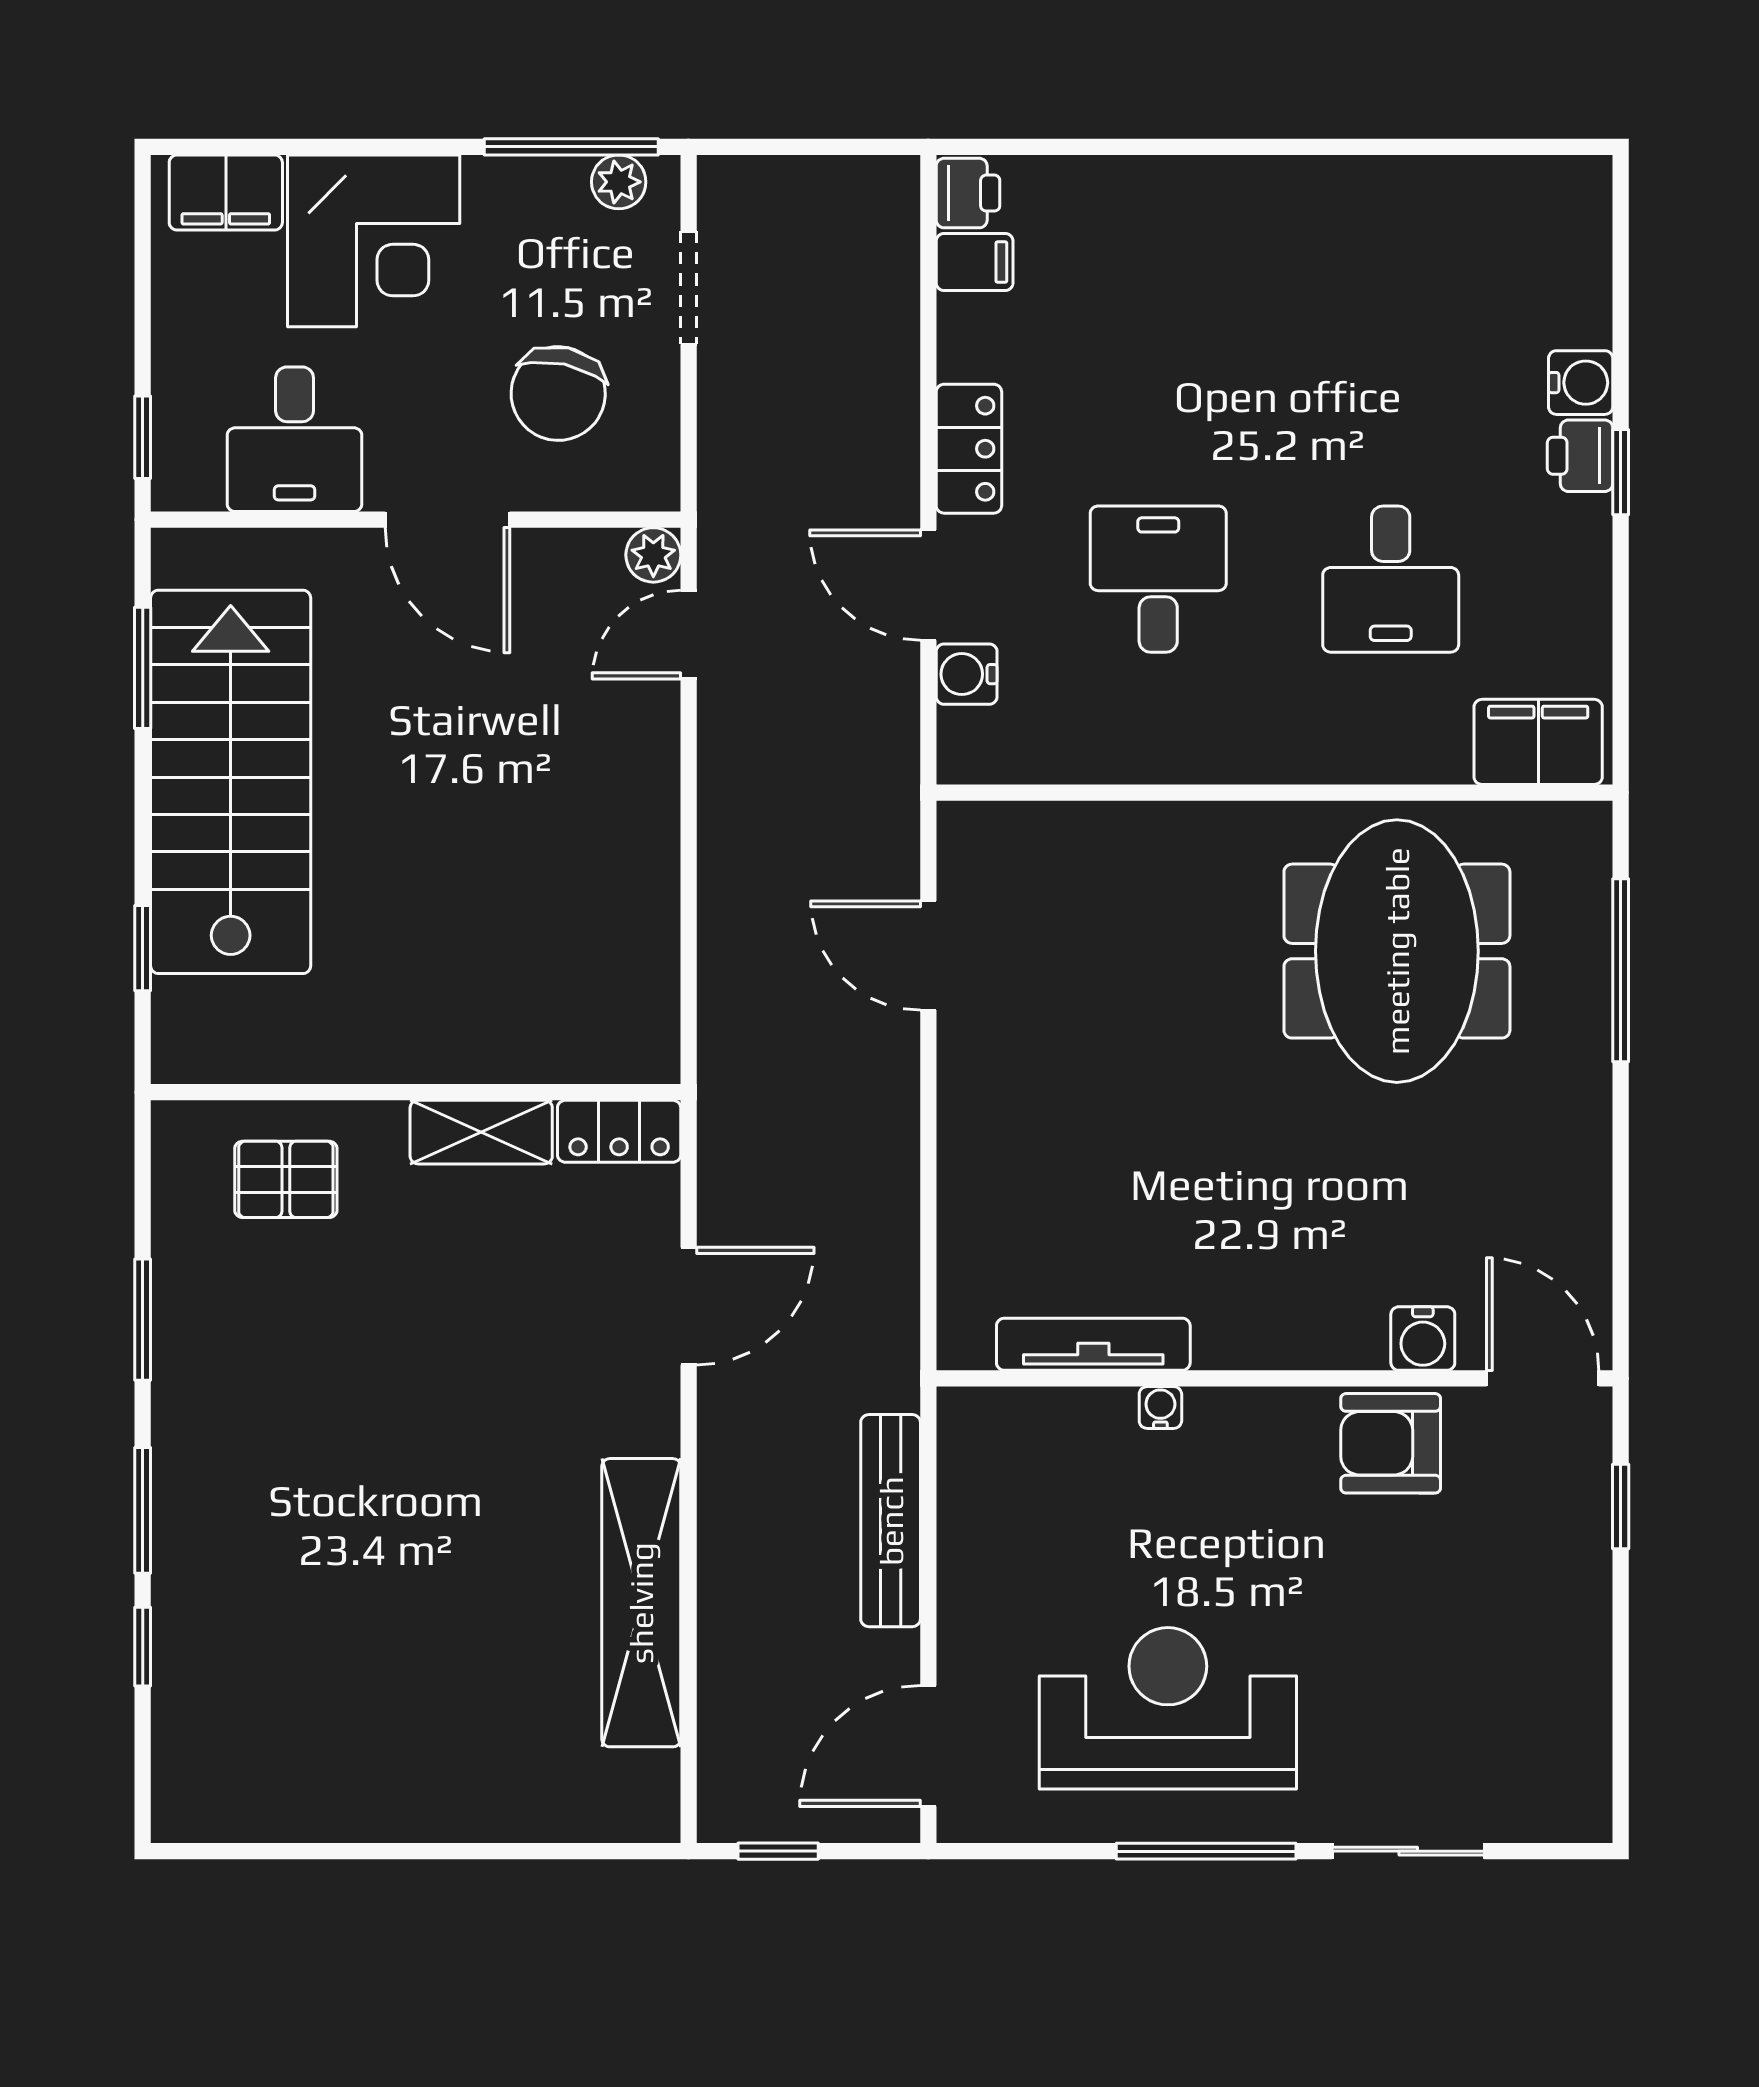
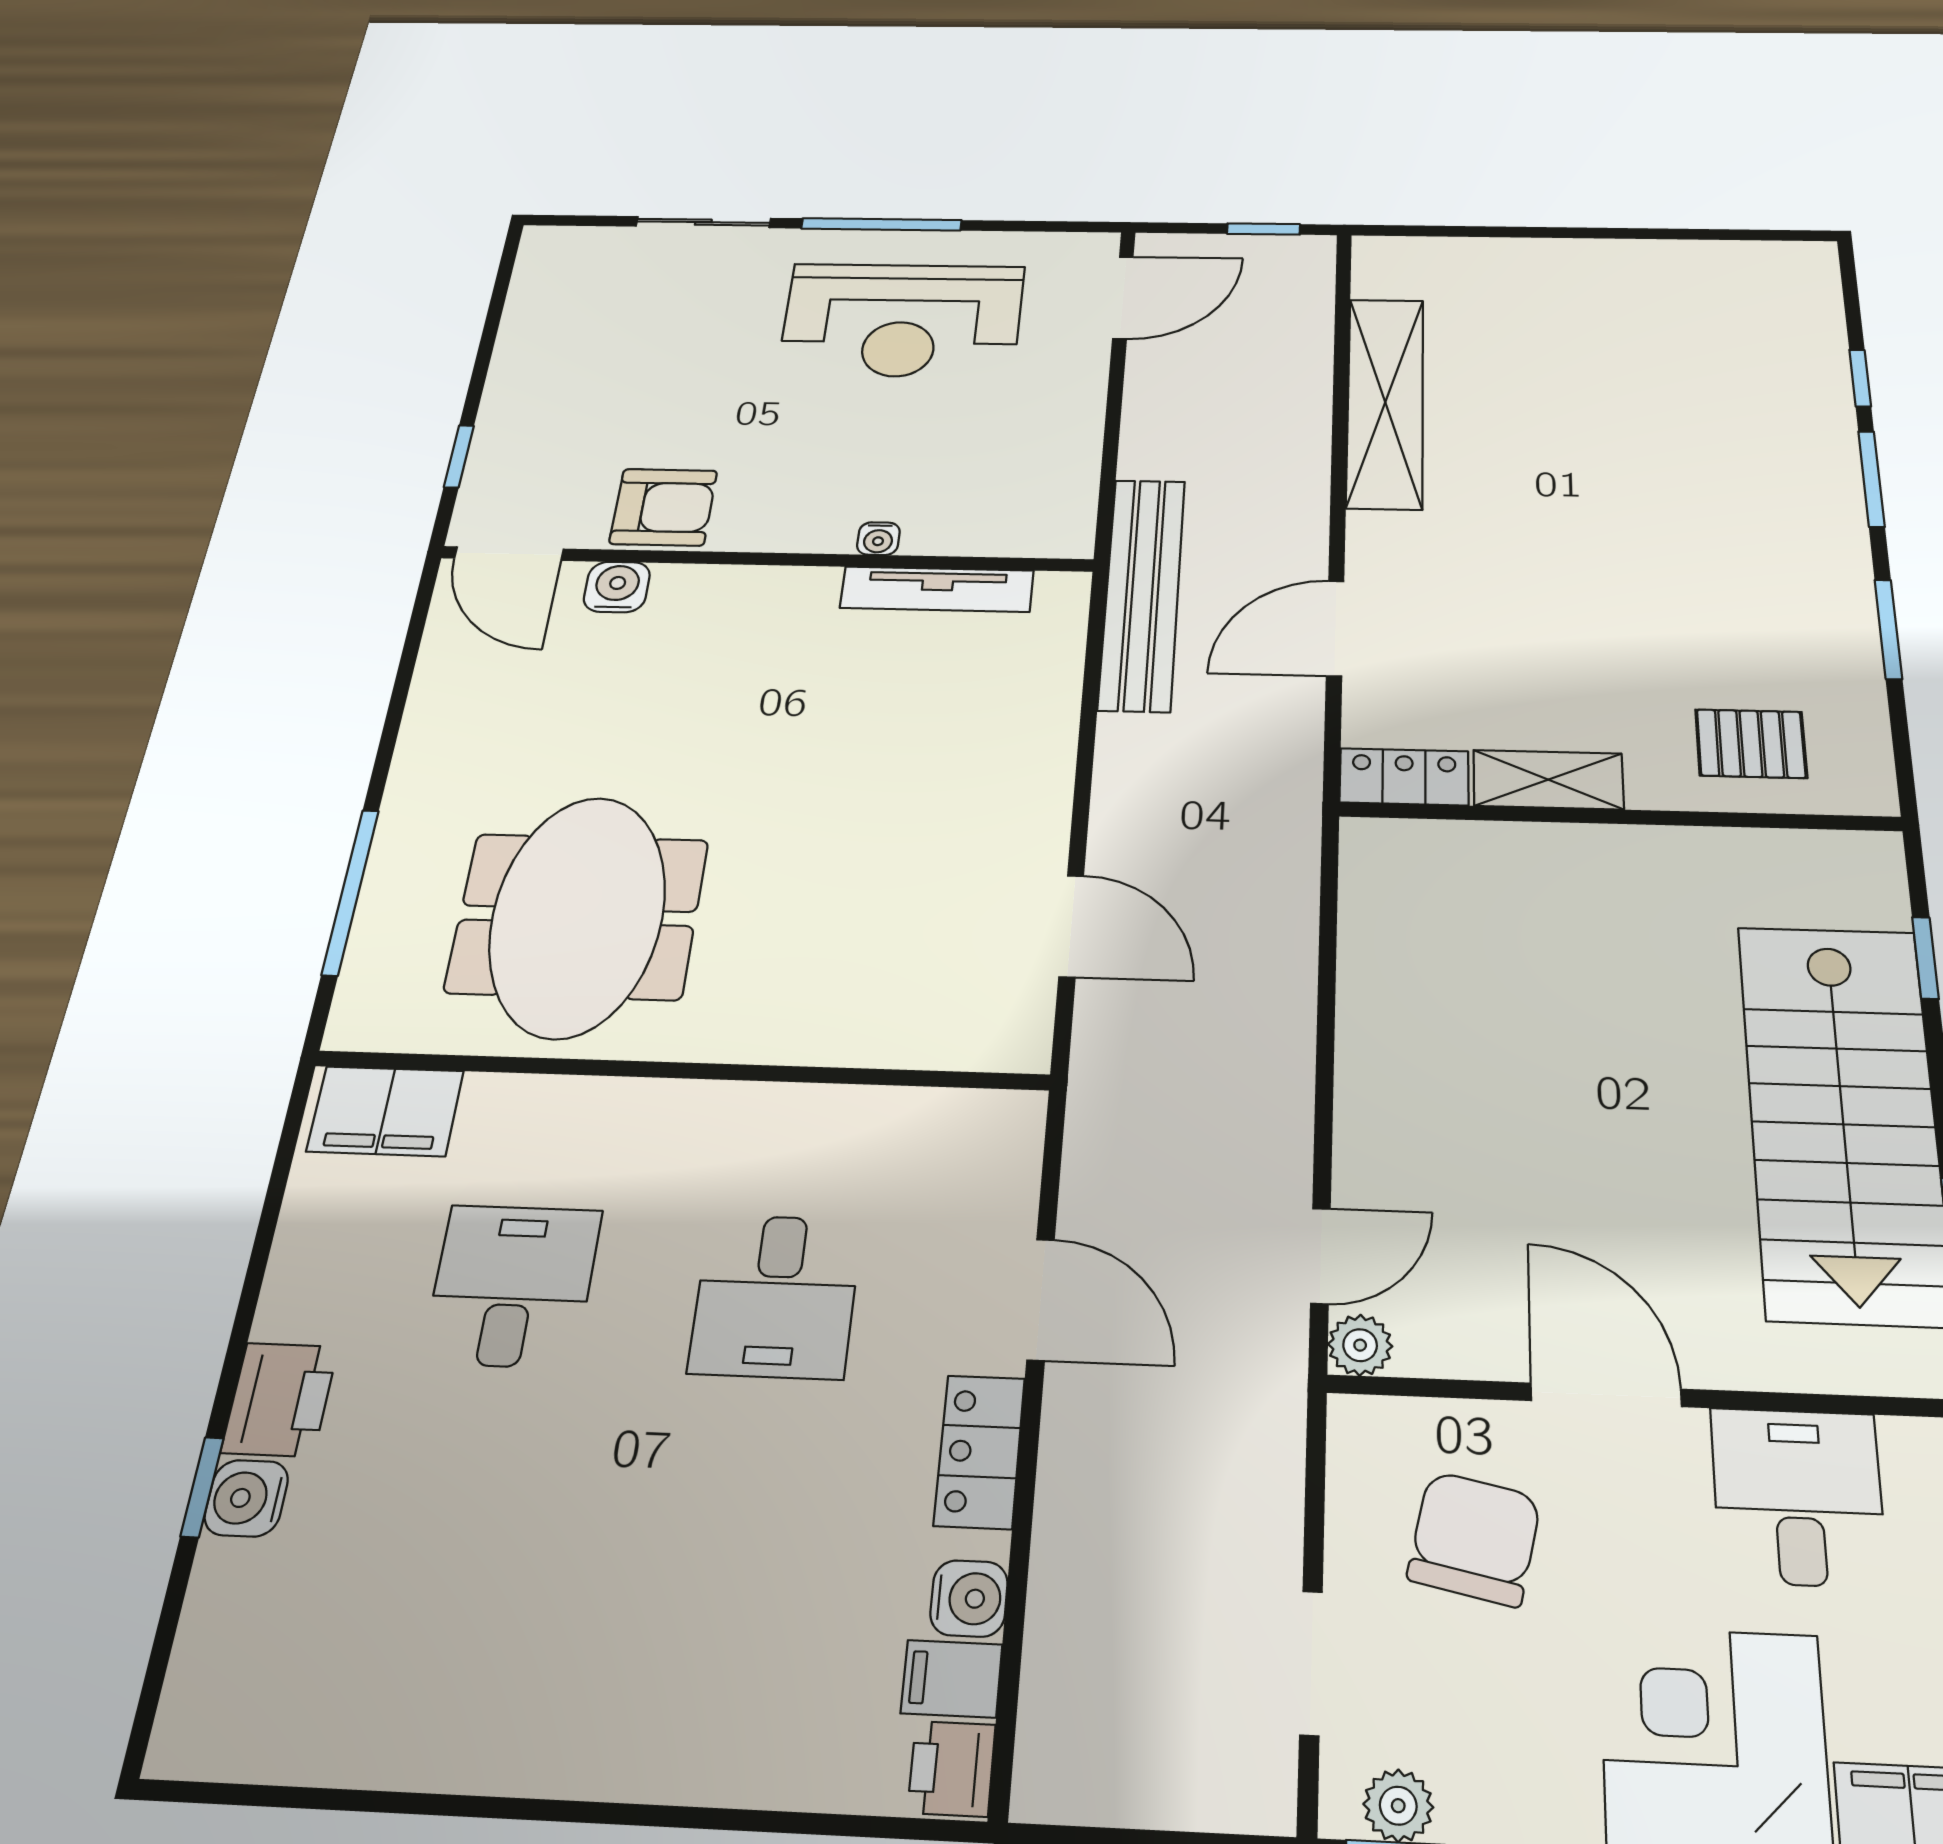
printer: (1580, 456) -> (280, 1399), width x1.36, depth x1.24
window: (1621, 472) -> (202, 1487), moved
water cooler: (967, 674) -> (969, 1598), moved
bench: (891, 1521) -> (1142, 593), moved, width x1.37, depth x1.21

